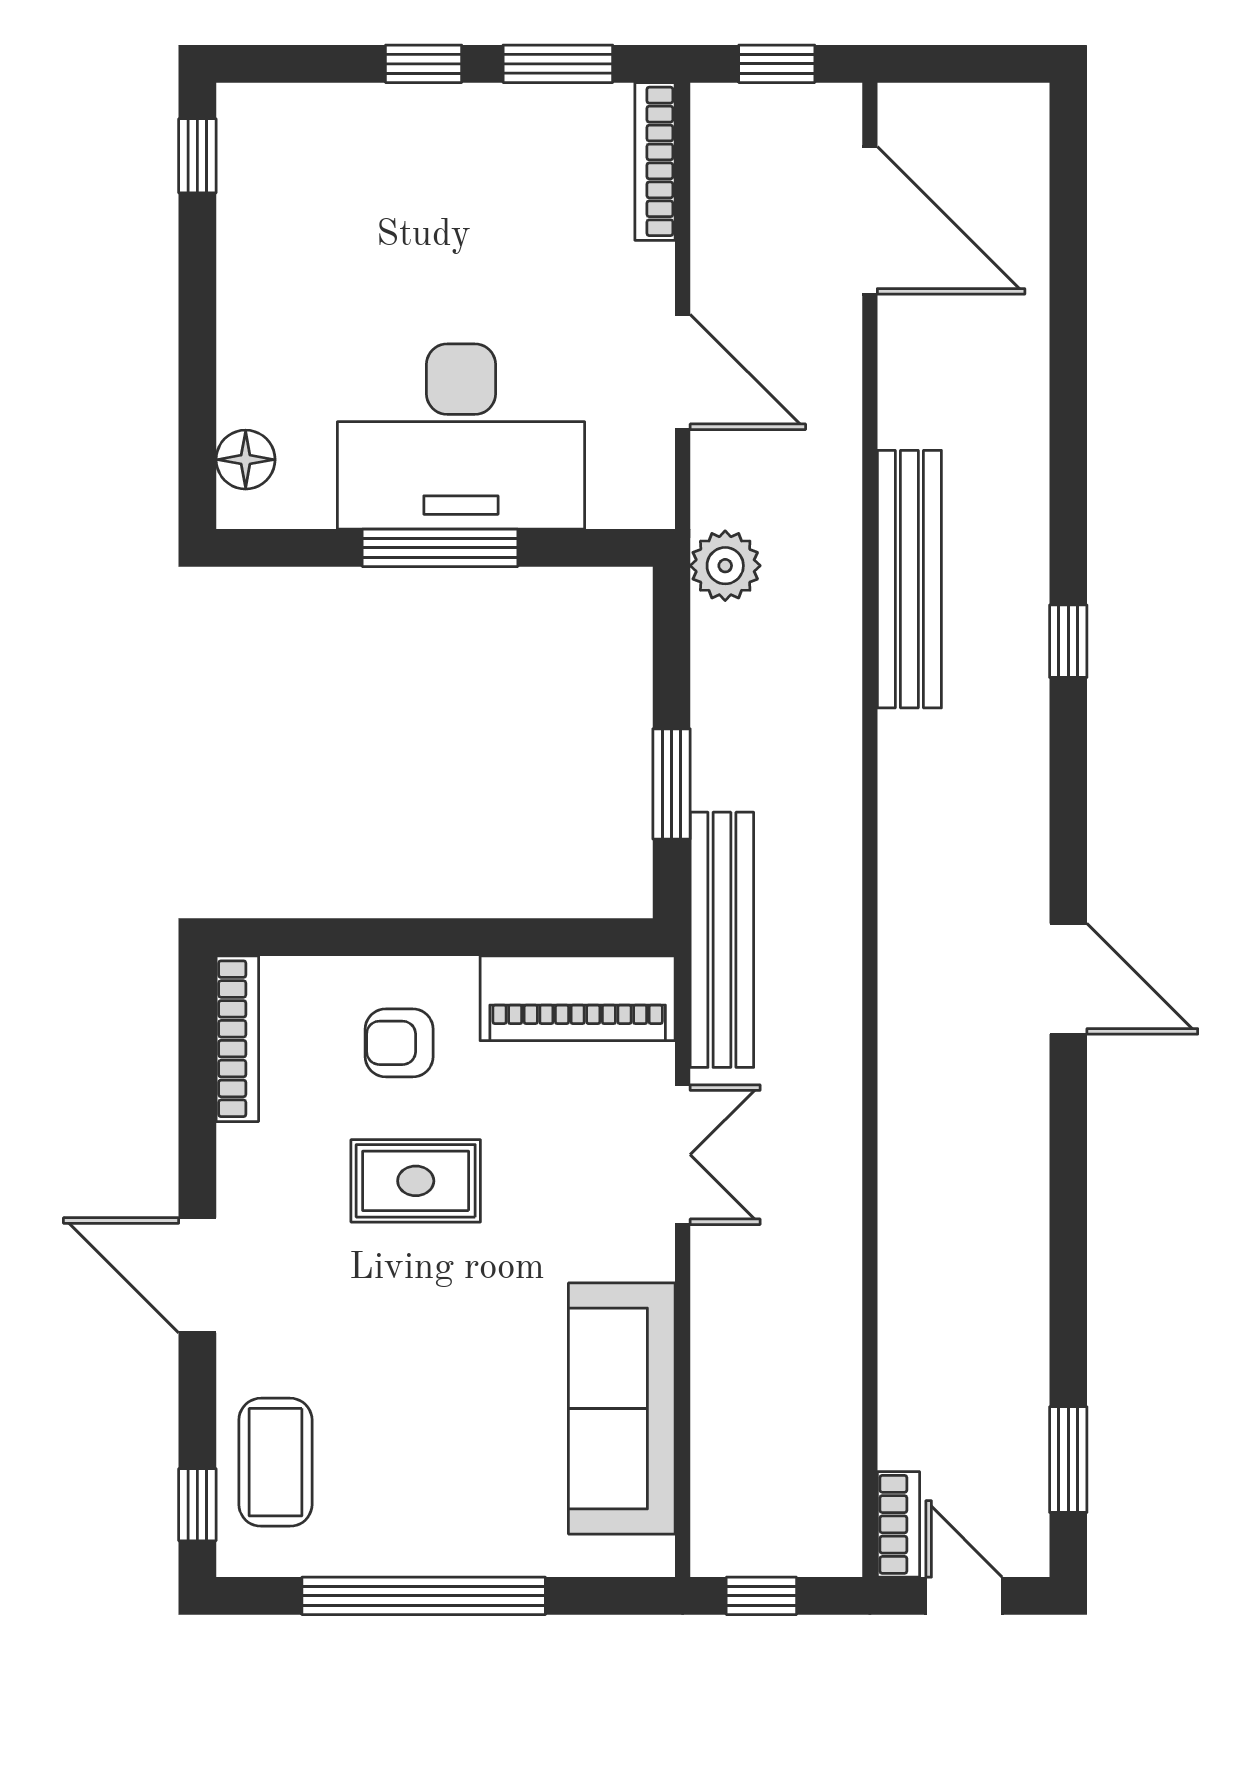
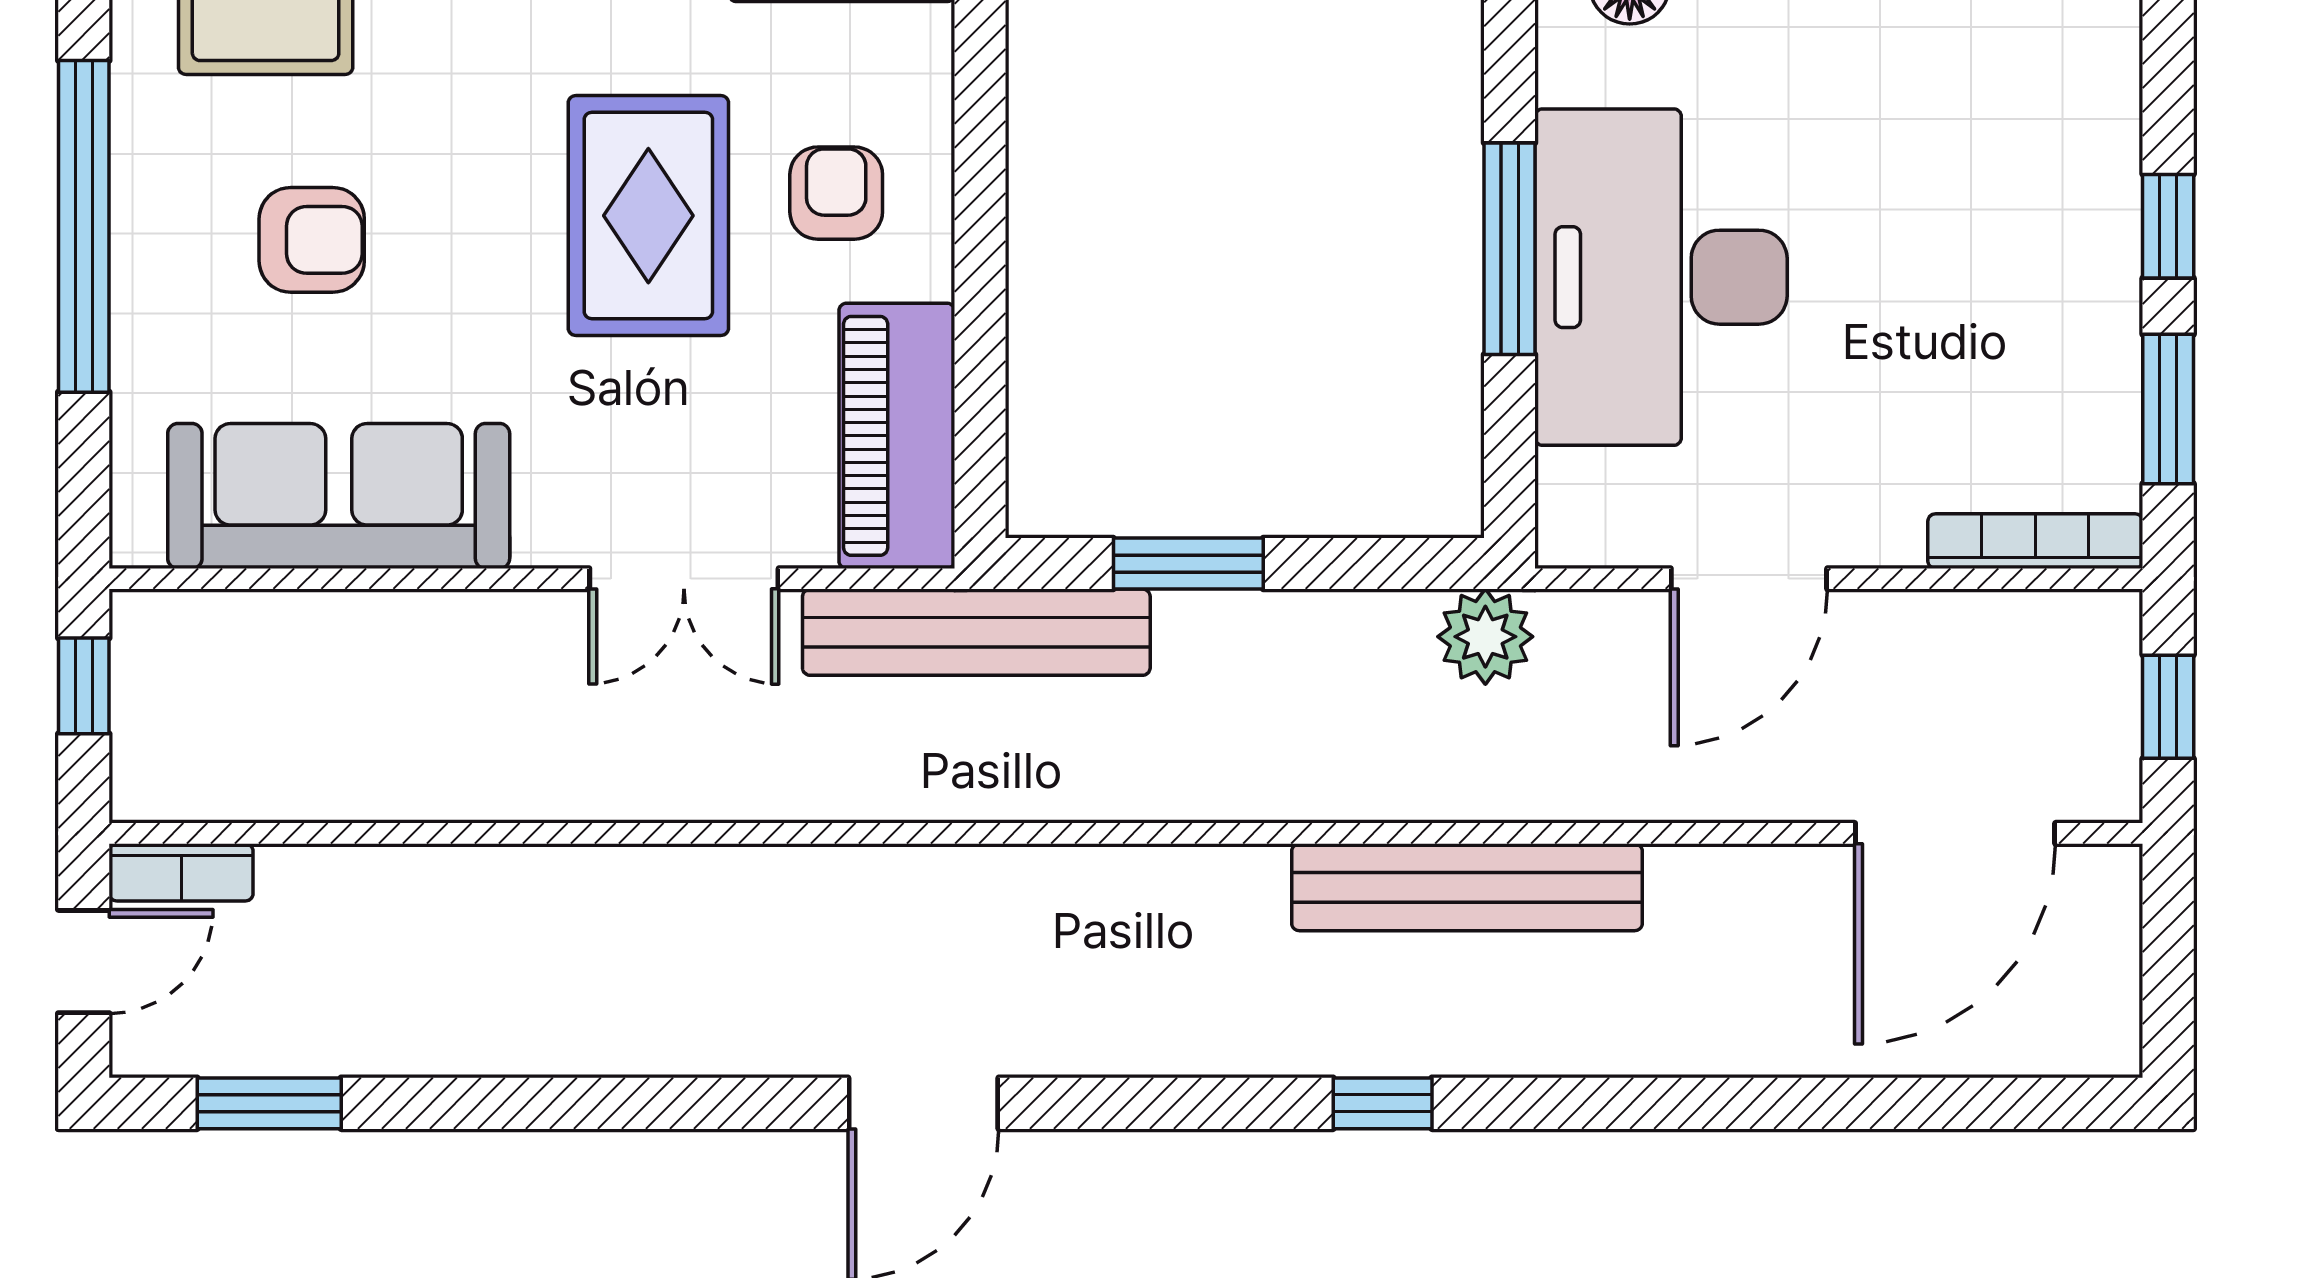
rug: (416, 1181) -> (648, 216), width x1.36, depth x1.43
armchair: (434, 1428) -> (312, 240), added

